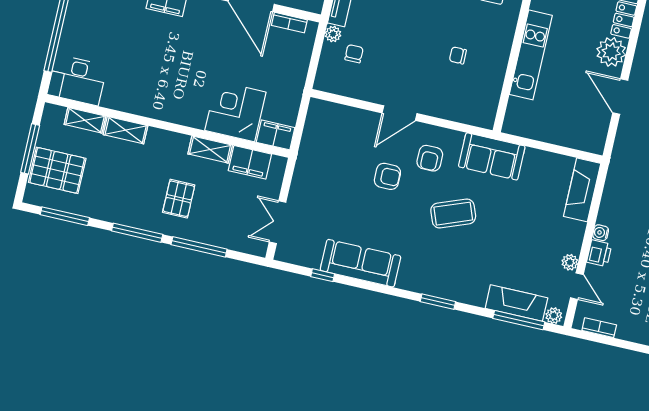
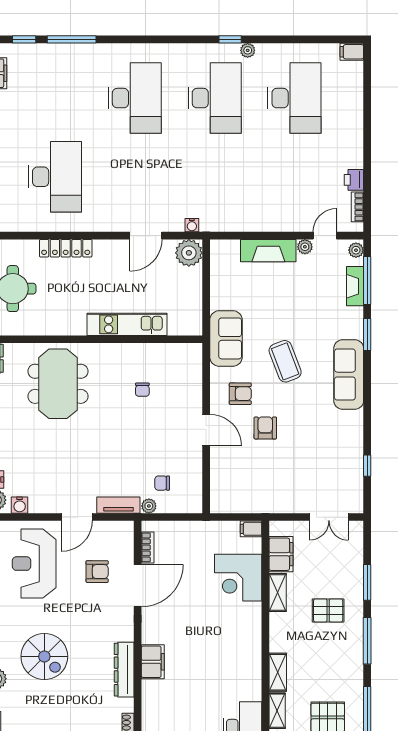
plant: (611, 52) -> (189, 253), moved
filing cabinet: (276, 135) -> (251, 529), width x0.50
fireplace: (582, 190) -> (268, 251), moved
water cooler: (601, 233) -> (192, 225), moved
window: (199, 247) -> (367, 582), width x0.69
printer: (599, 253) -> (354, 180), moved, turned -90
sofa: (360, 263) -> (349, 375), moved
window: (438, 302) -> (367, 335), moved
fireplace: (516, 303) -> (355, 286), width x0.73, depth x0.76

